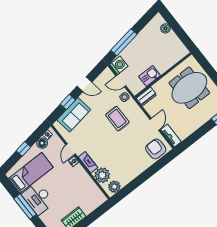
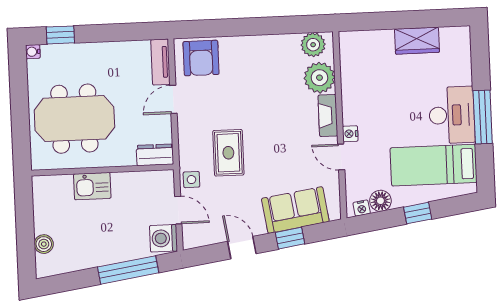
kitchen sink: (150, 76) -> (92, 186), moved
door: (71, 149) -> (341, 157), swing flipped

